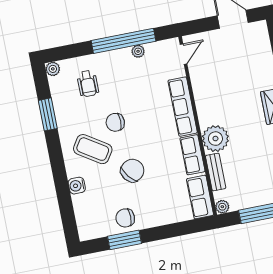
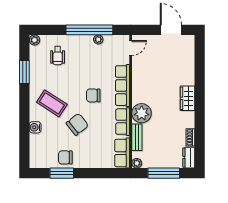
chair: (115, 122) -> (93, 95), moved

